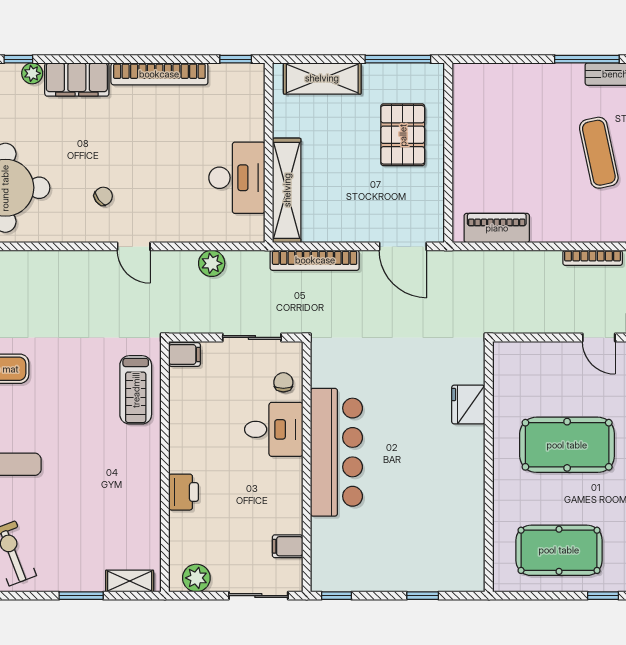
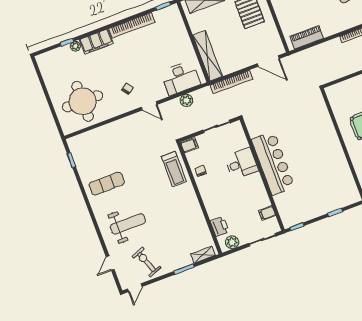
desk: (237, 178) -> (181, 78), moved, turned 90
chair: (283, 382) -> (201, 171), moved
fridge: (468, 405) -> (324, 120), removed
printer: (184, 492) -> (220, 226), moved

